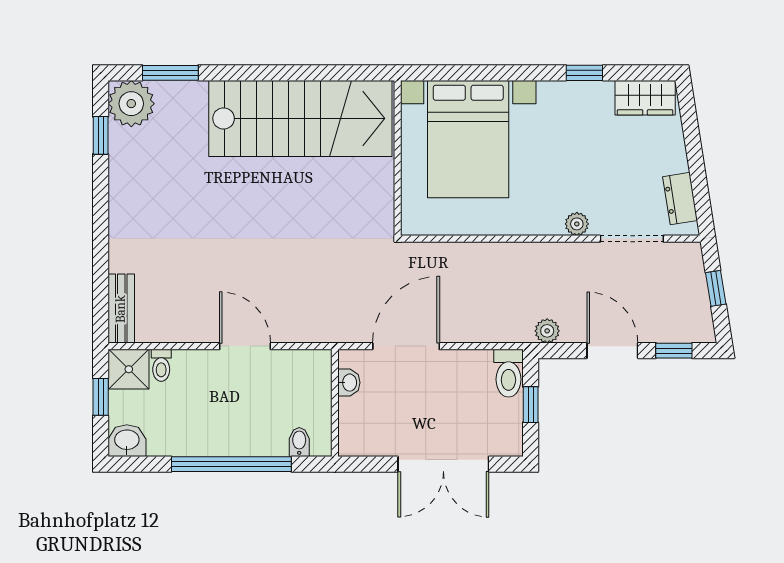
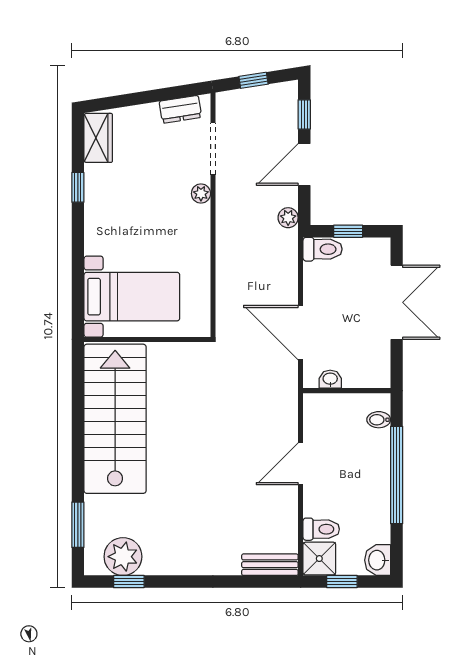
plant: (131, 104) -> (123, 557), moved
bed with nightstands: (468, 139) -> (132, 297), width x0.73
toilet: (161, 365) -> (321, 529), width x1.37, depth x1.39

